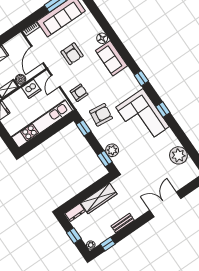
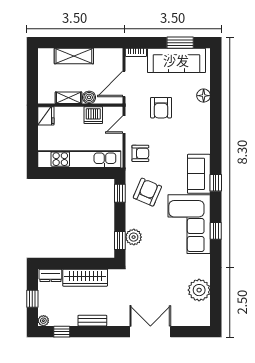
floor lamp: (102, 38) -> (204, 96), moved
sofa: (111, 58) -> (199, 174), moved
armchair: (101, 115) -> (147, 192), turned -74

